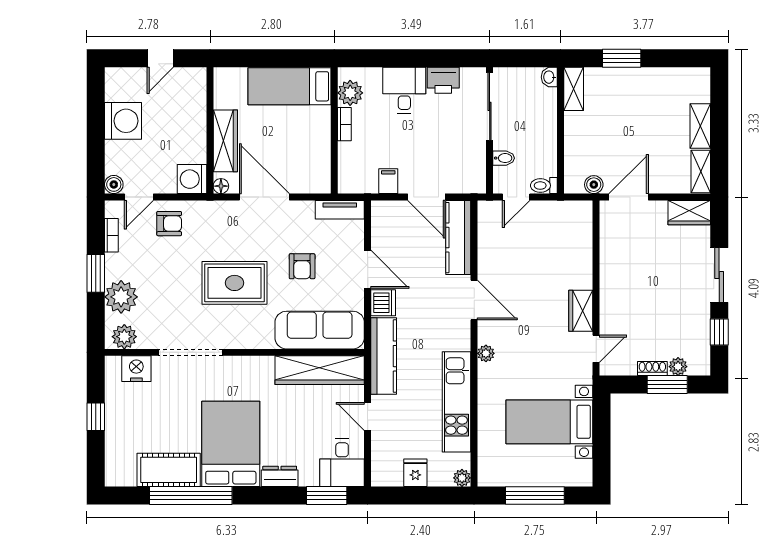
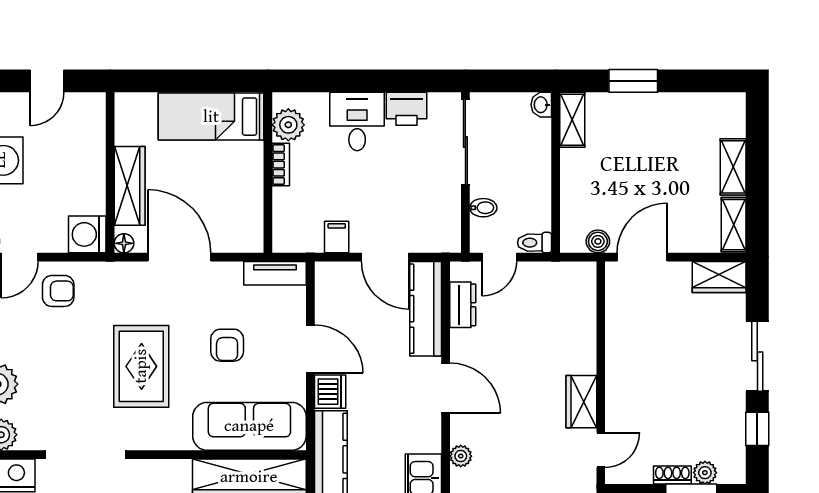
dresser: (487, 234) -> (463, 305), added
rug: (235, 283) -> (141, 366), turned 90

